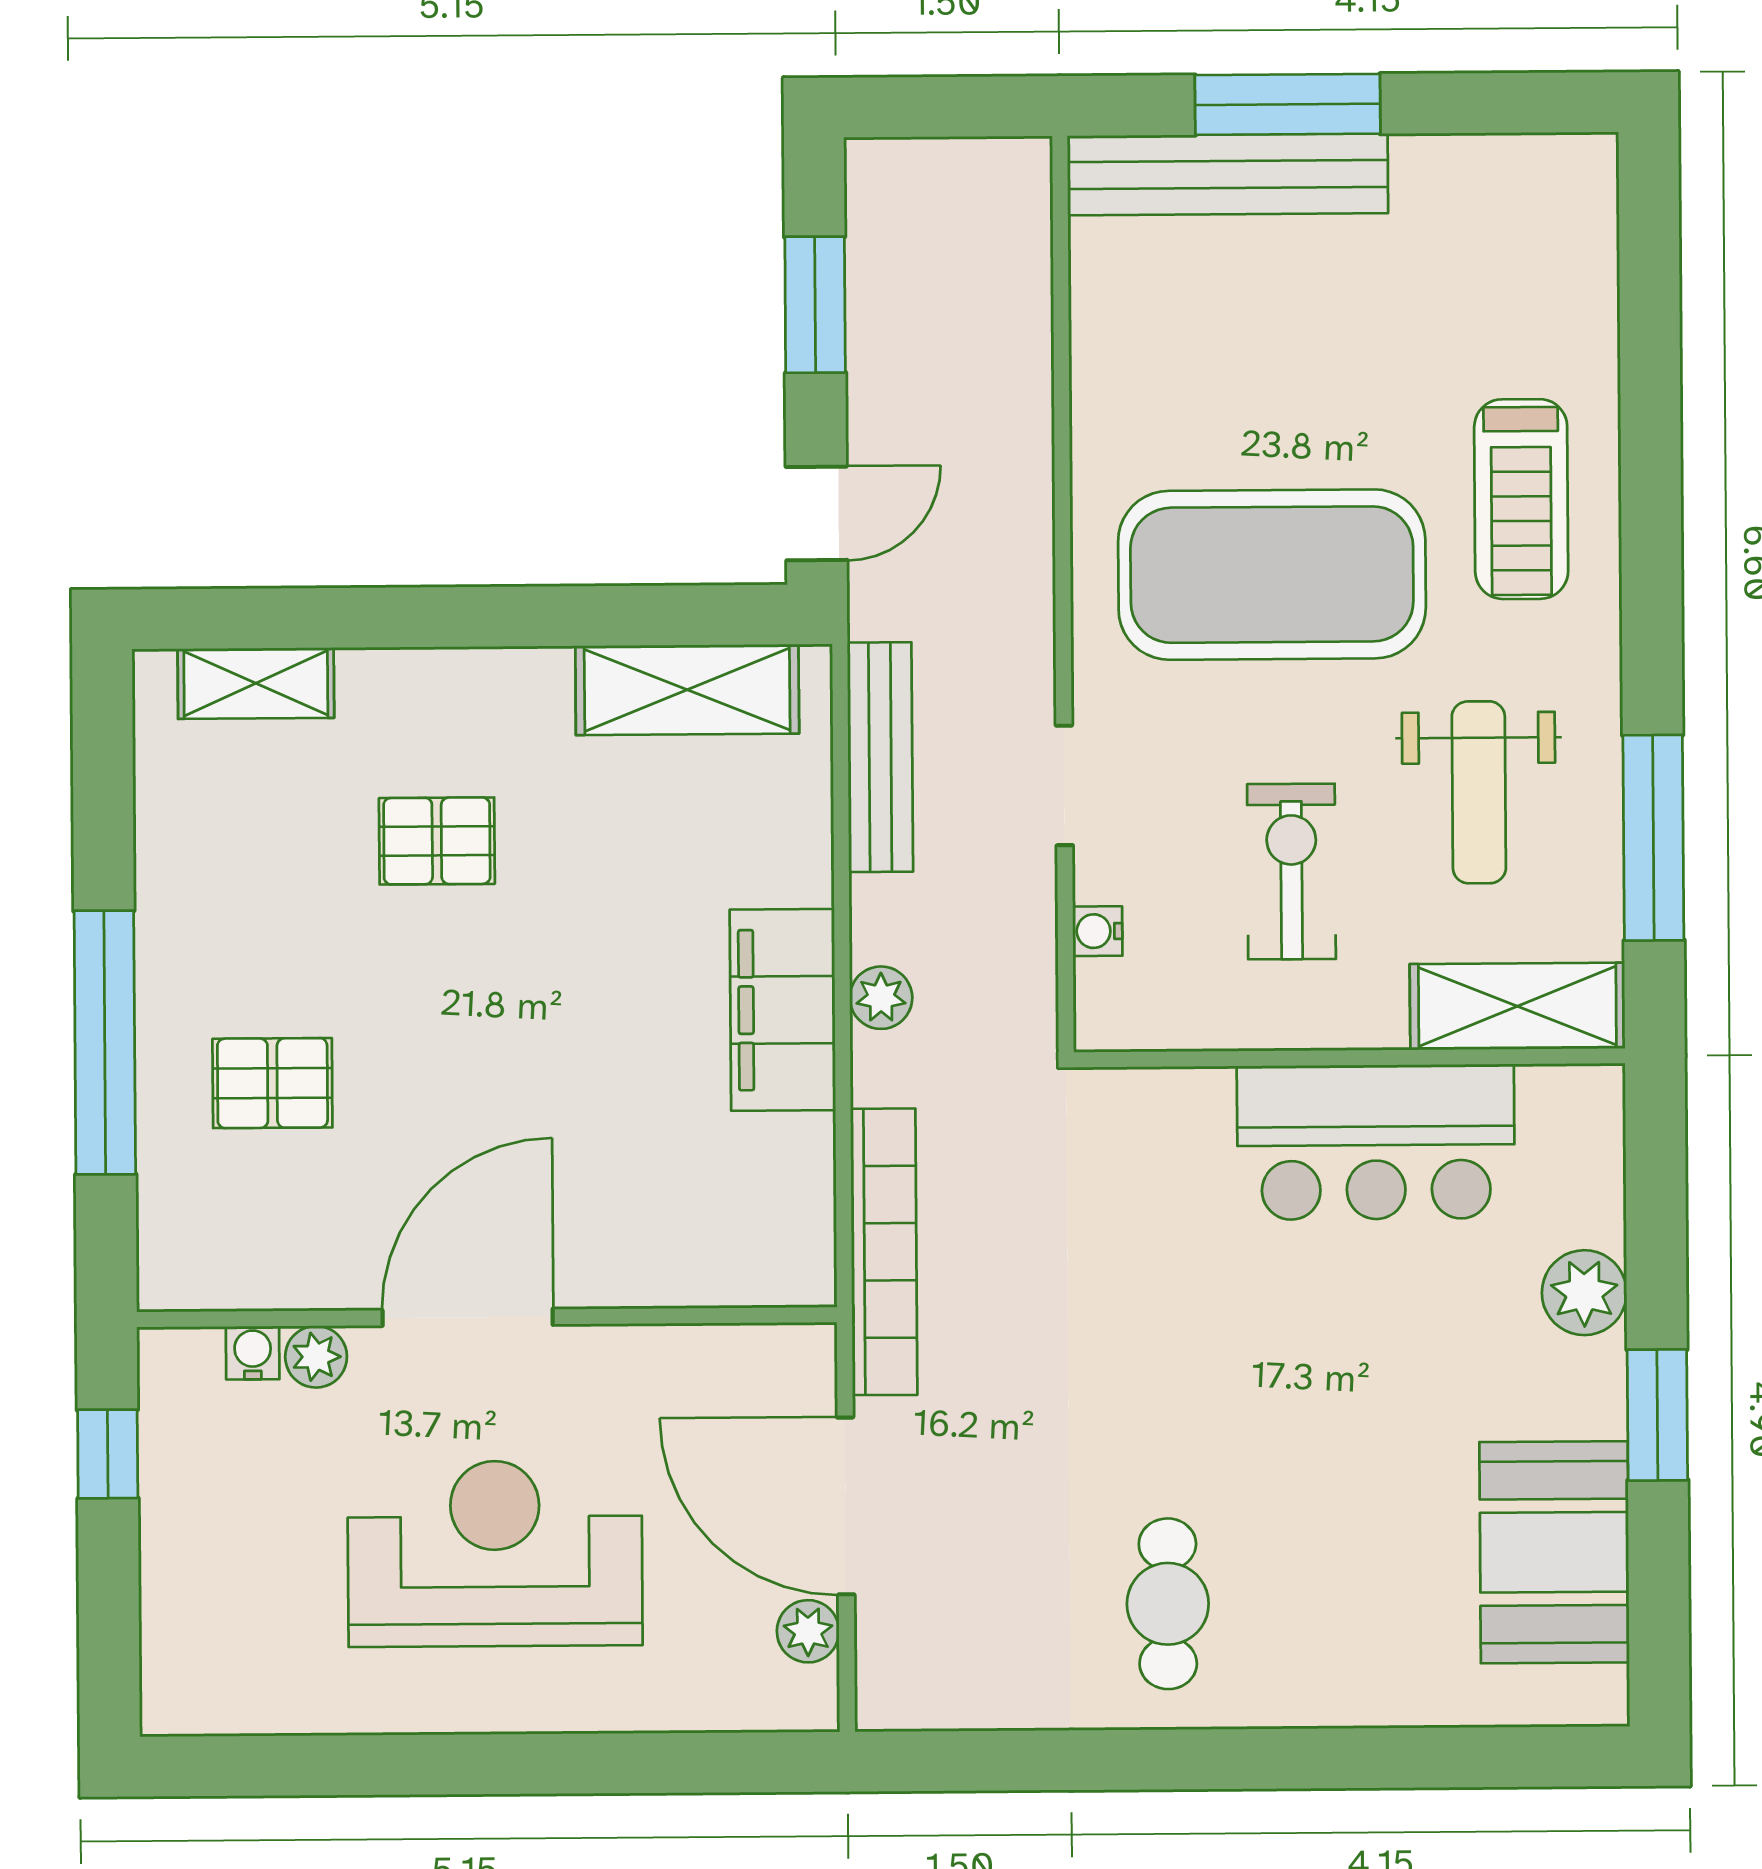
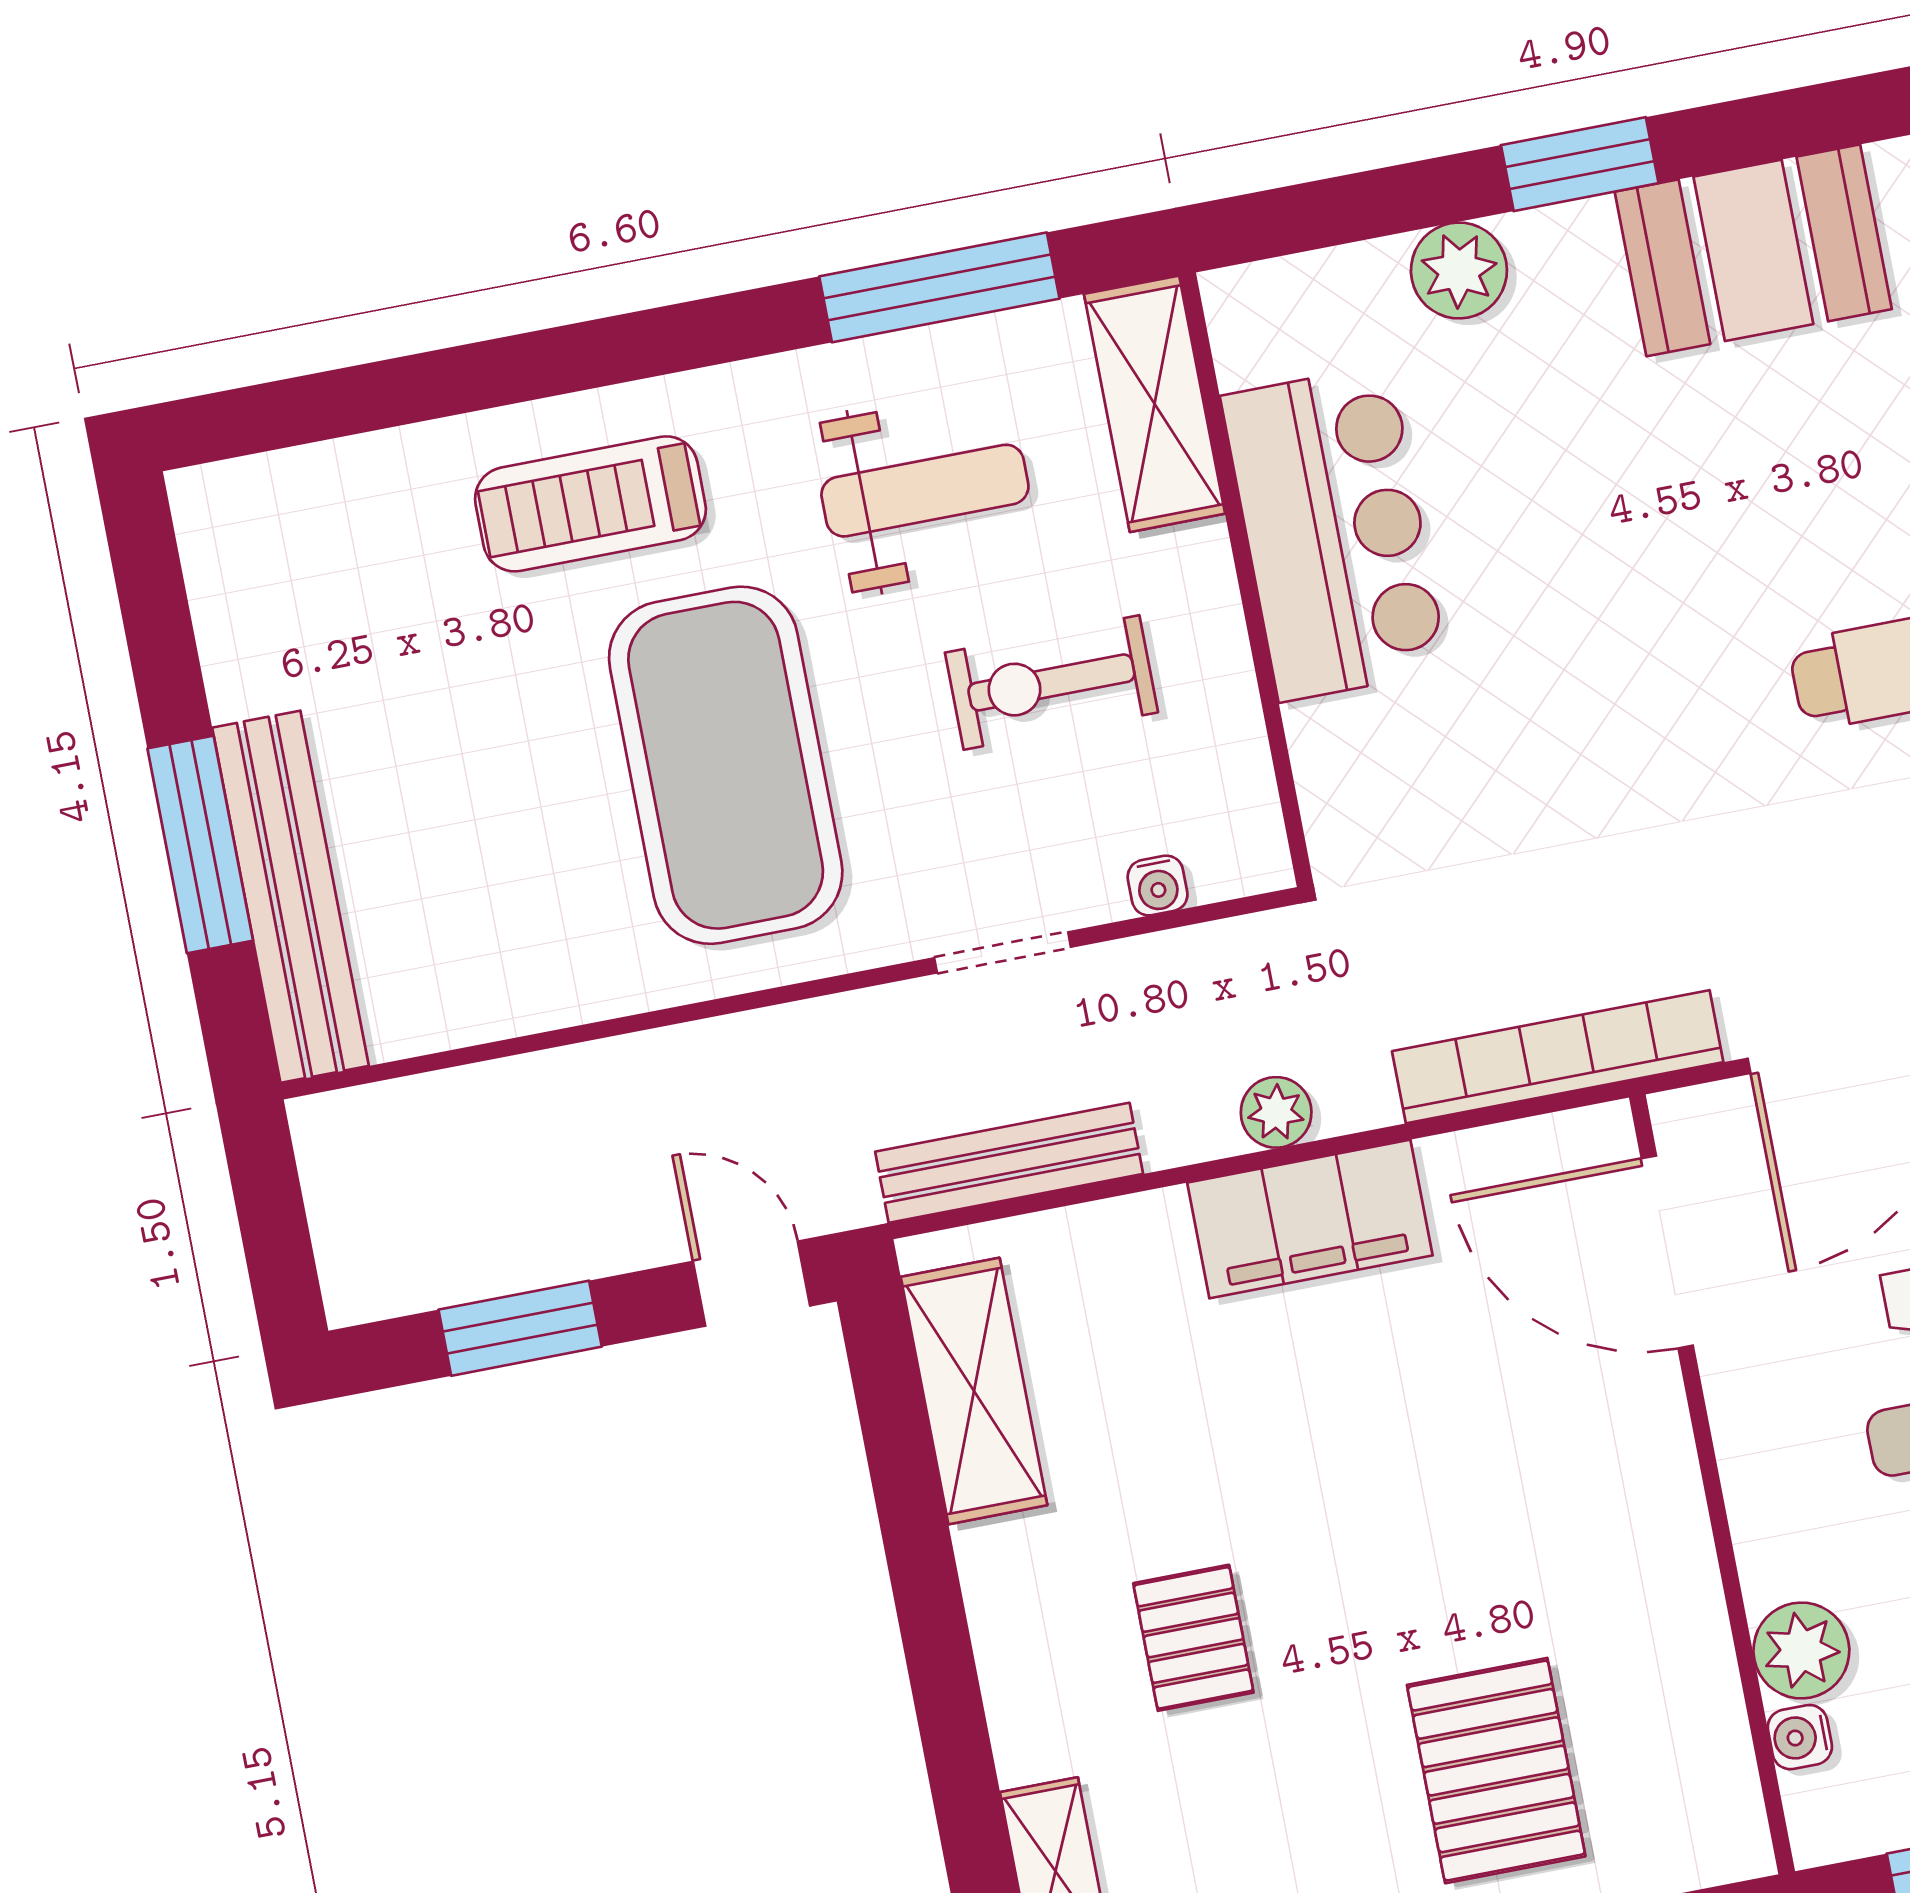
treadmill: (1521, 499) -> (590, 504), turned 180
pallet: (272, 1083) -> (1496, 1771), width x1.50, depth x1.42
door: (468, 1317) -> (1667, 1252), moved
plant: (316, 1357) -> (1801, 1651), width x1.38, depth x1.38

